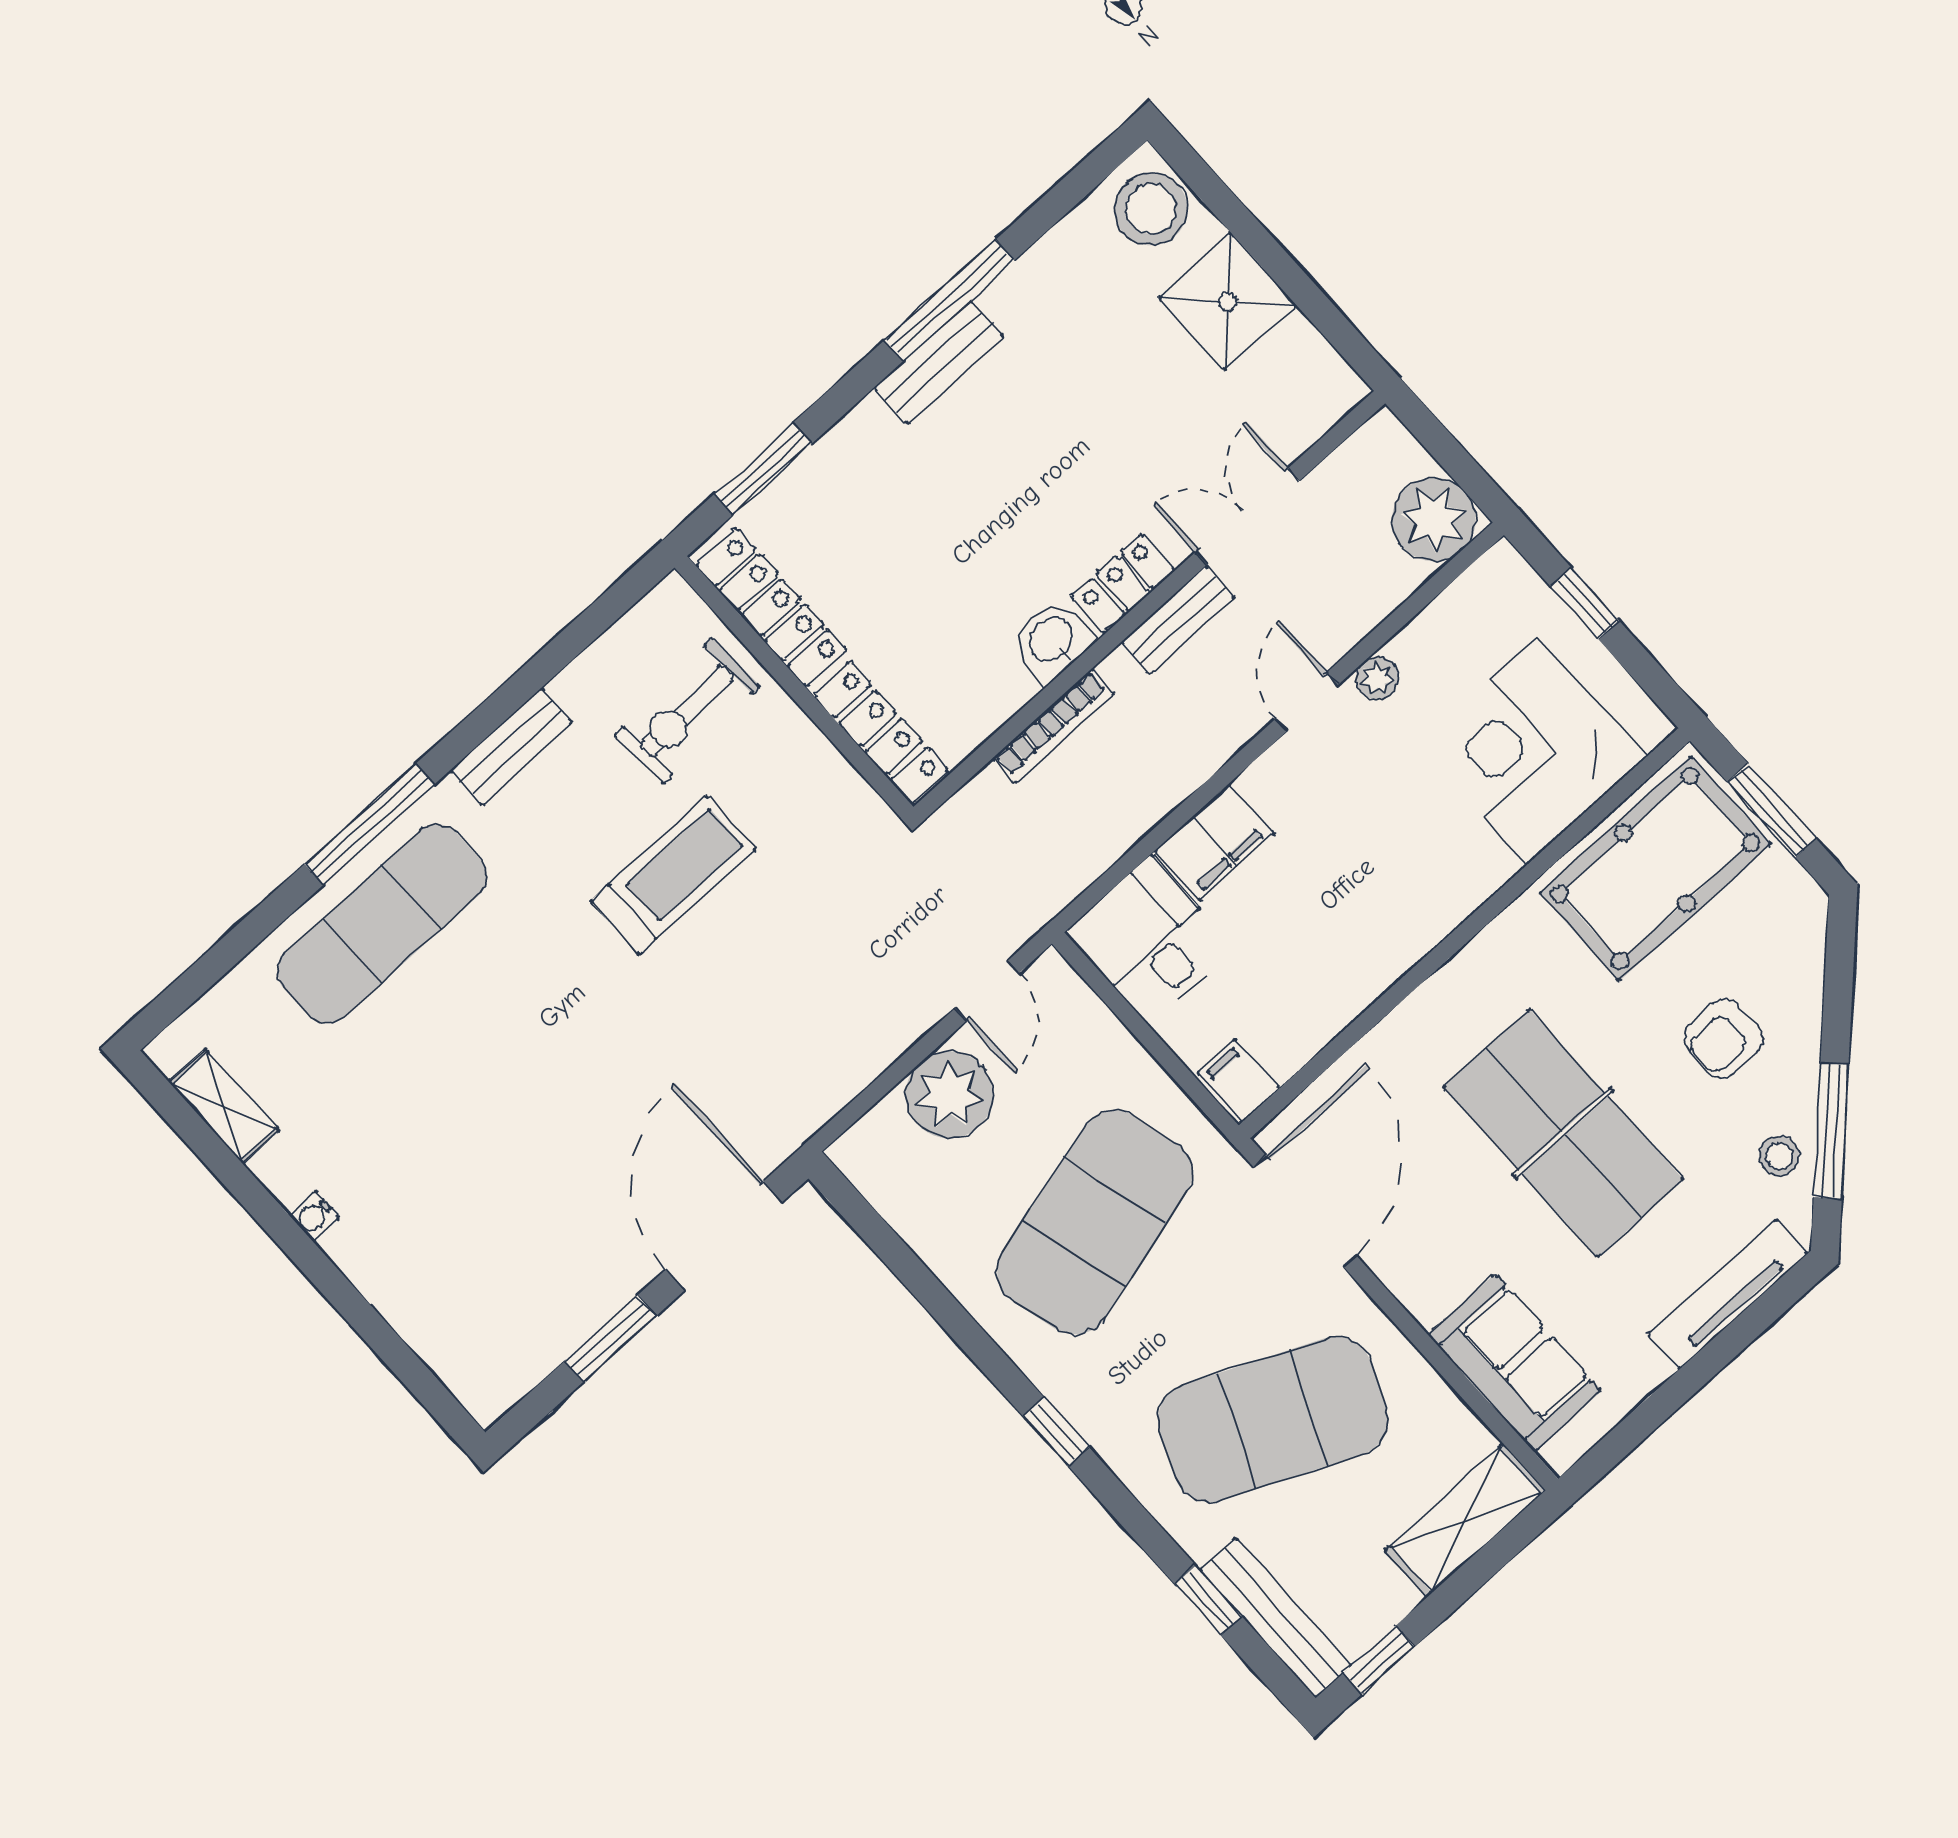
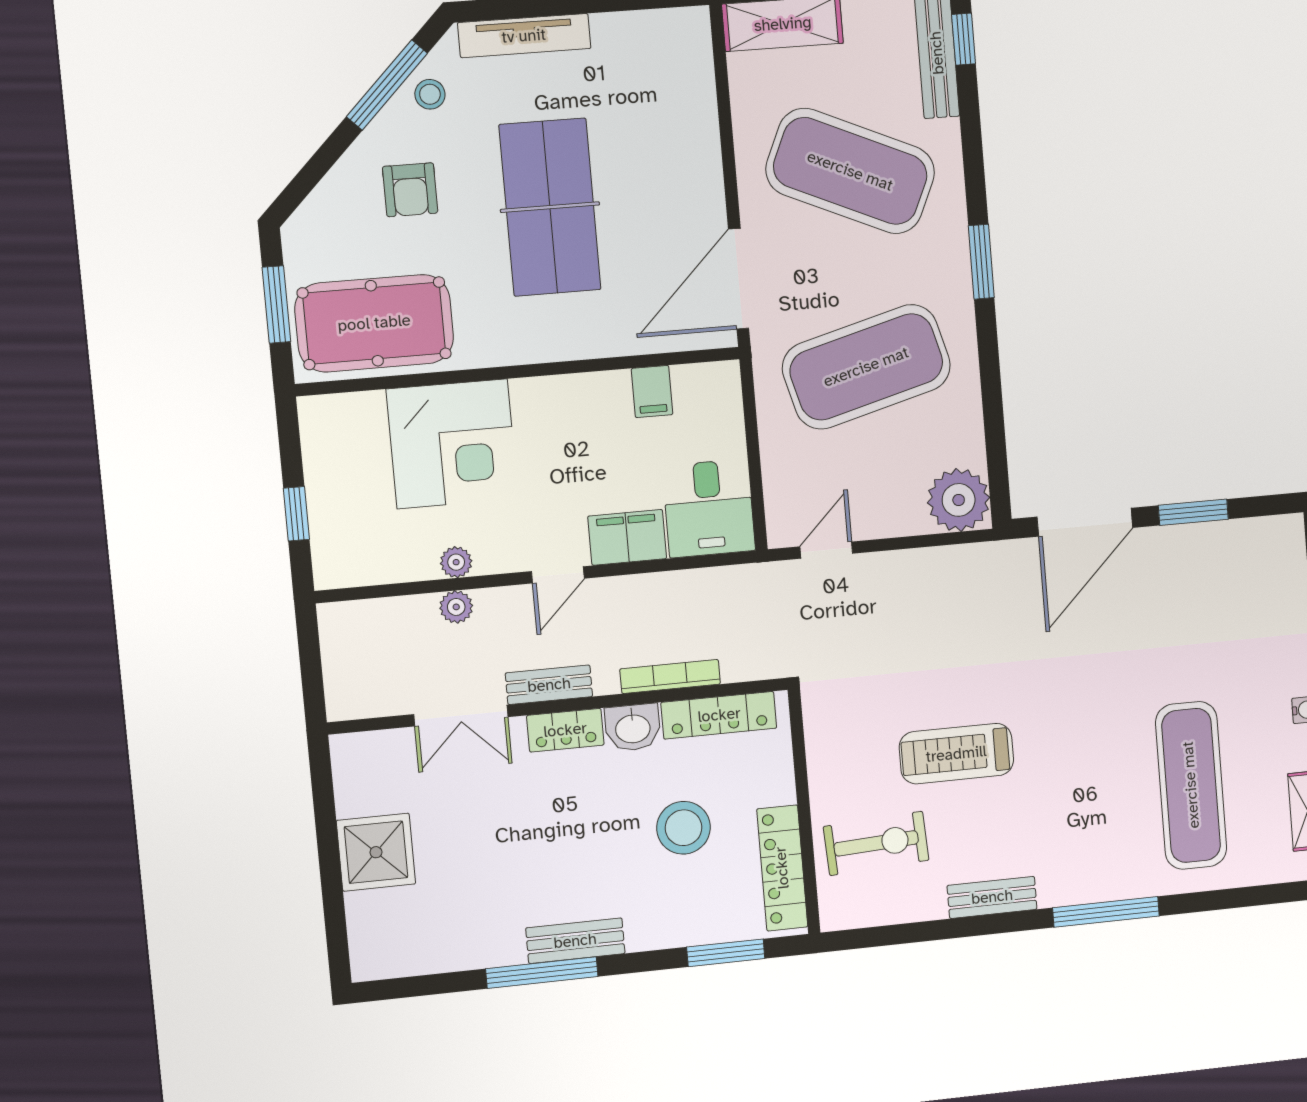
stool: (1151, 209) -> (684, 828), moved
plant: (1434, 519) -> (456, 607), moved, width x0.53, depth x0.53
door: (1306, 702) -> (558, 575), moved
locker: (881, 733) -> (719, 715), moved, turned -90
corner desk: (1534, 751) -> (452, 444), moved
exercise mat: (382, 924) -> (1191, 785), moved, turned 90
armchair: (1724, 1039) -> (410, 190), turned 90
filing cabinet: (1238, 1081) -> (652, 391), moved
plant: (949, 1095) -> (959, 500), moved
sofa: (1515, 1363) -> (683, 94), removed
window: (1056, 1432) -> (981, 262), width x1.50
window: (1208, 1600) -> (964, 39), moved

